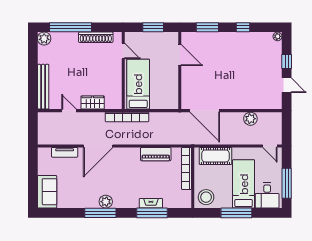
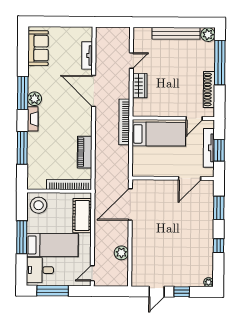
tv unit: (151, 37) -> (209, 148), added
bench: (43, 87) -> (176, 33), moved
sofa: (47, 192) -> (38, 48), moved, turned -90
fireplace: (151, 203) -> (33, 119), moved

